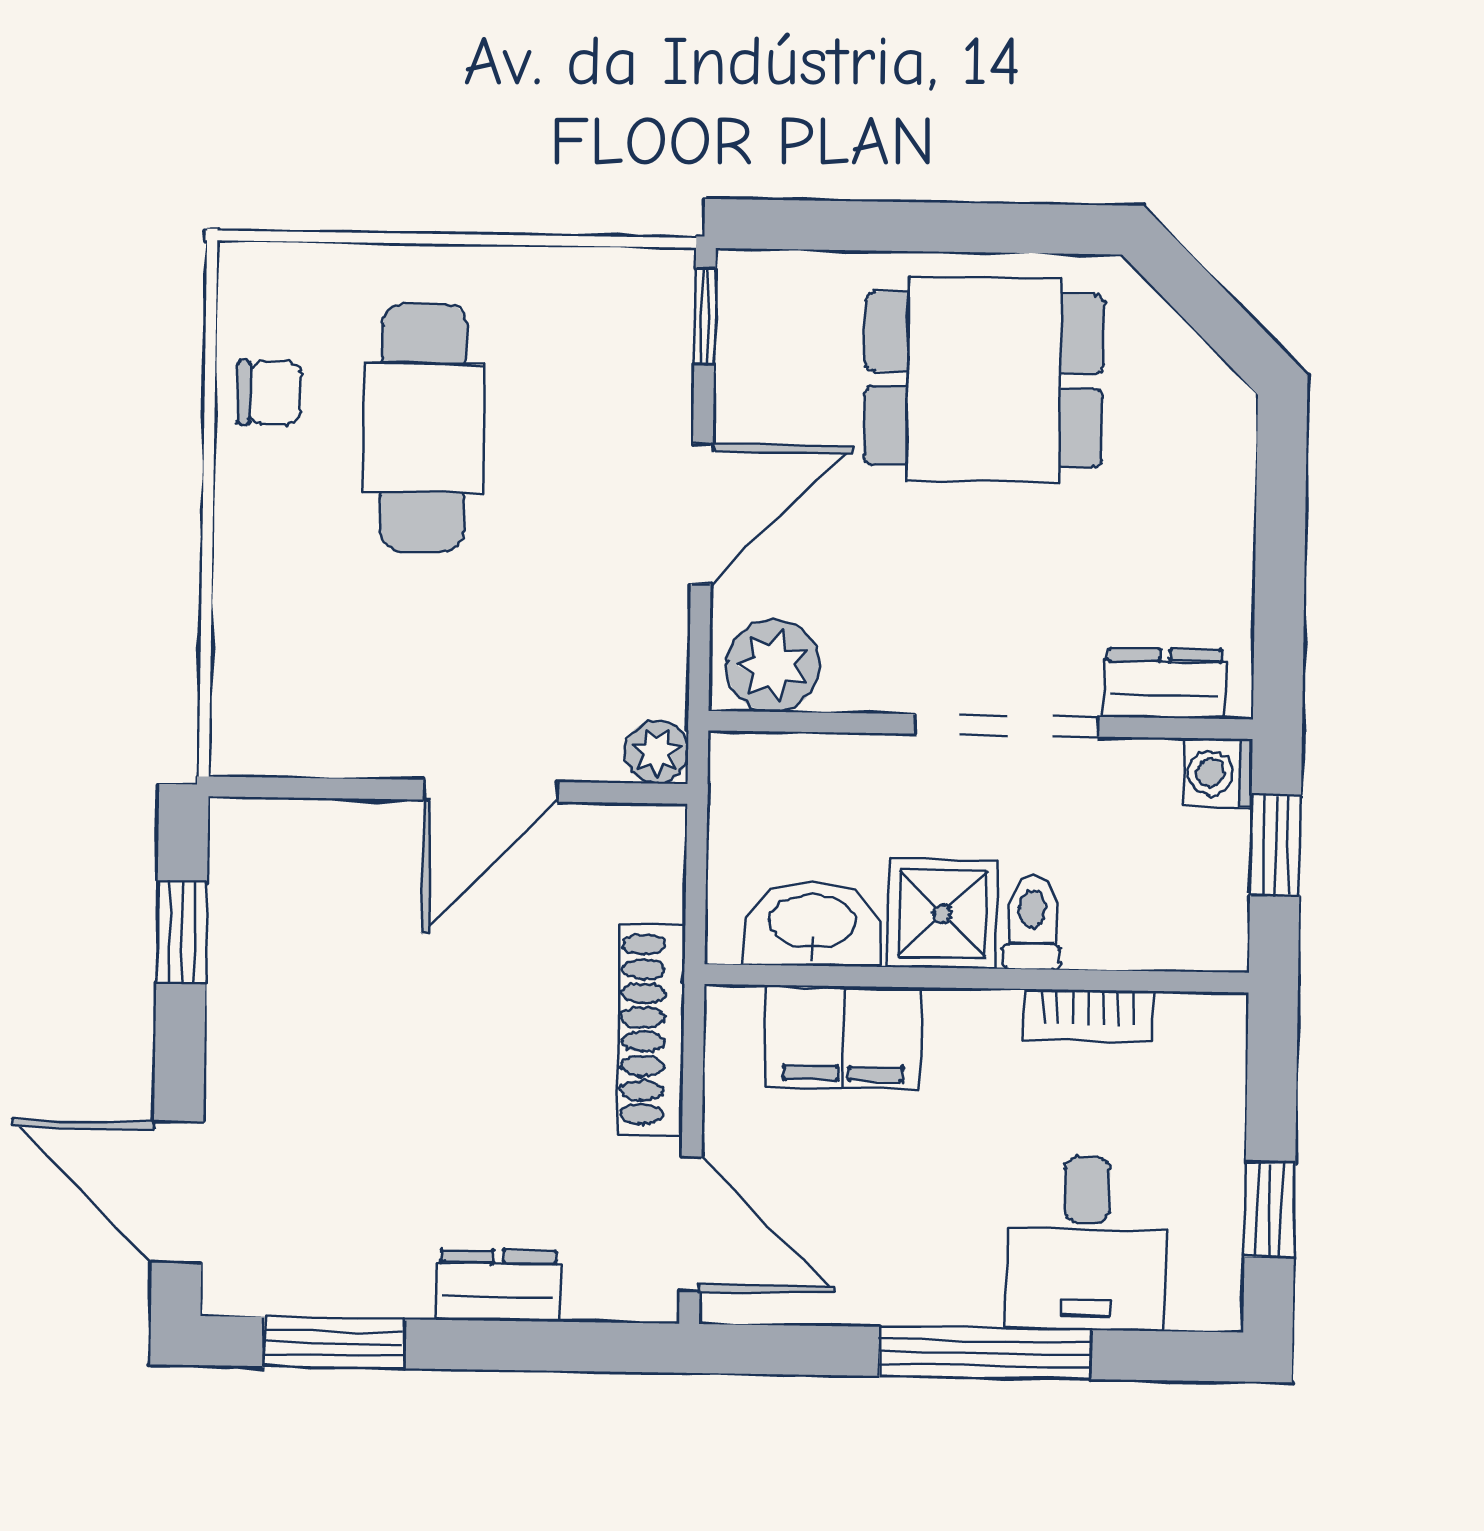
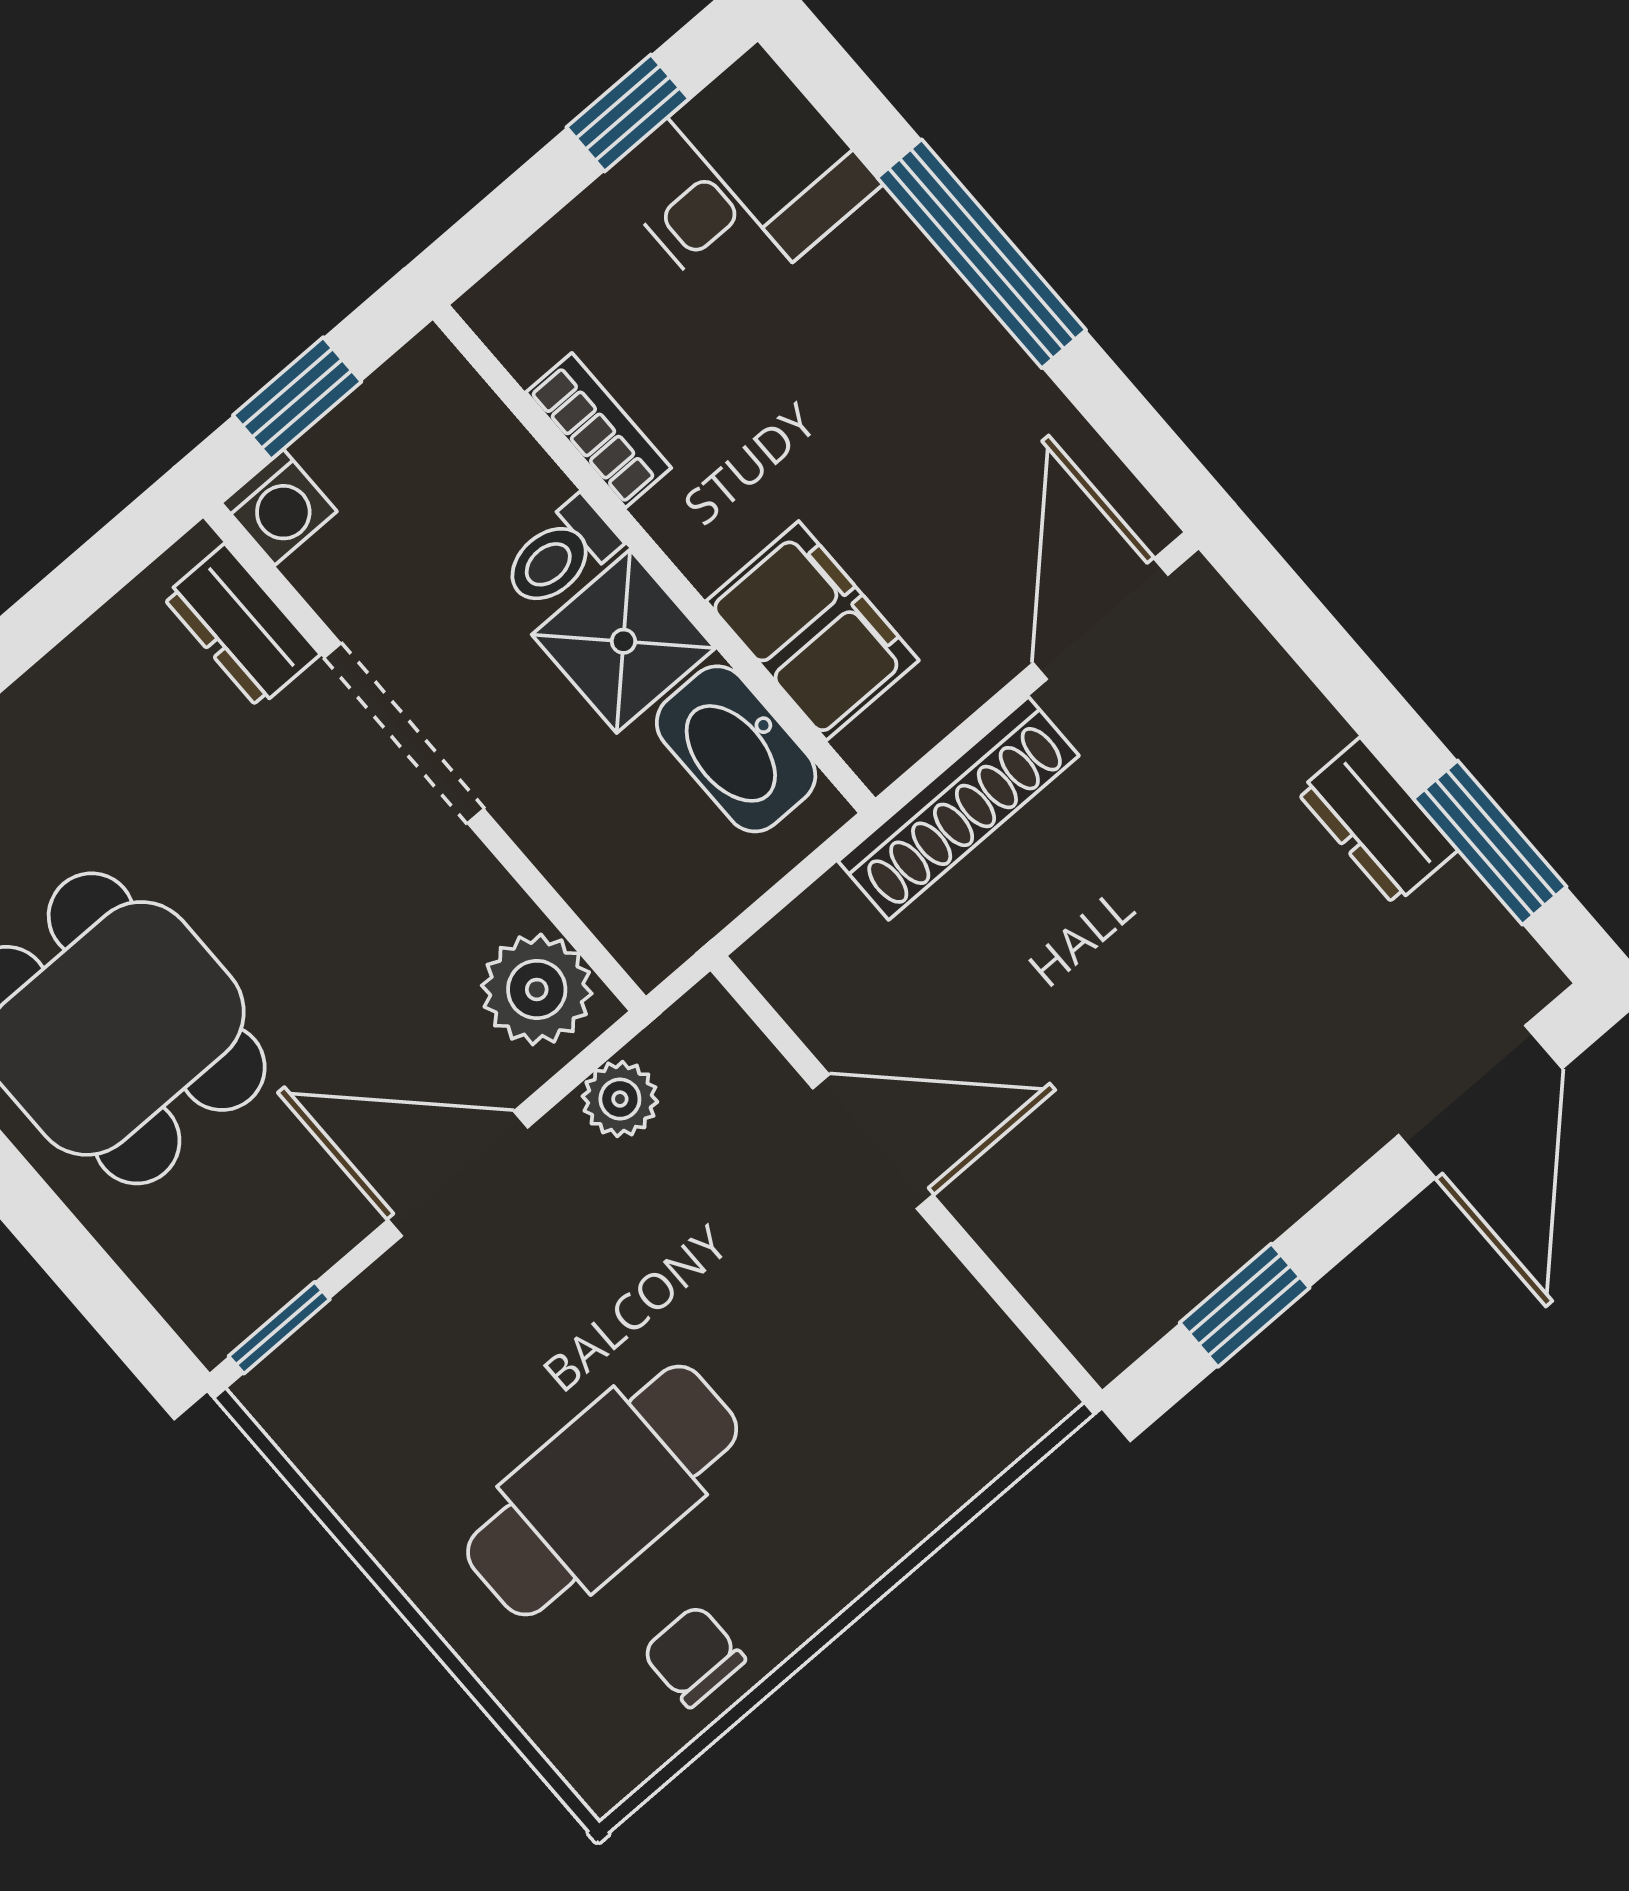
plant: (657, 752) -> (620, 1099), moved
desk: (1086, 1244) -> (742, 179), moved
dresser: (498, 1286) -> (1377, 821), moved

